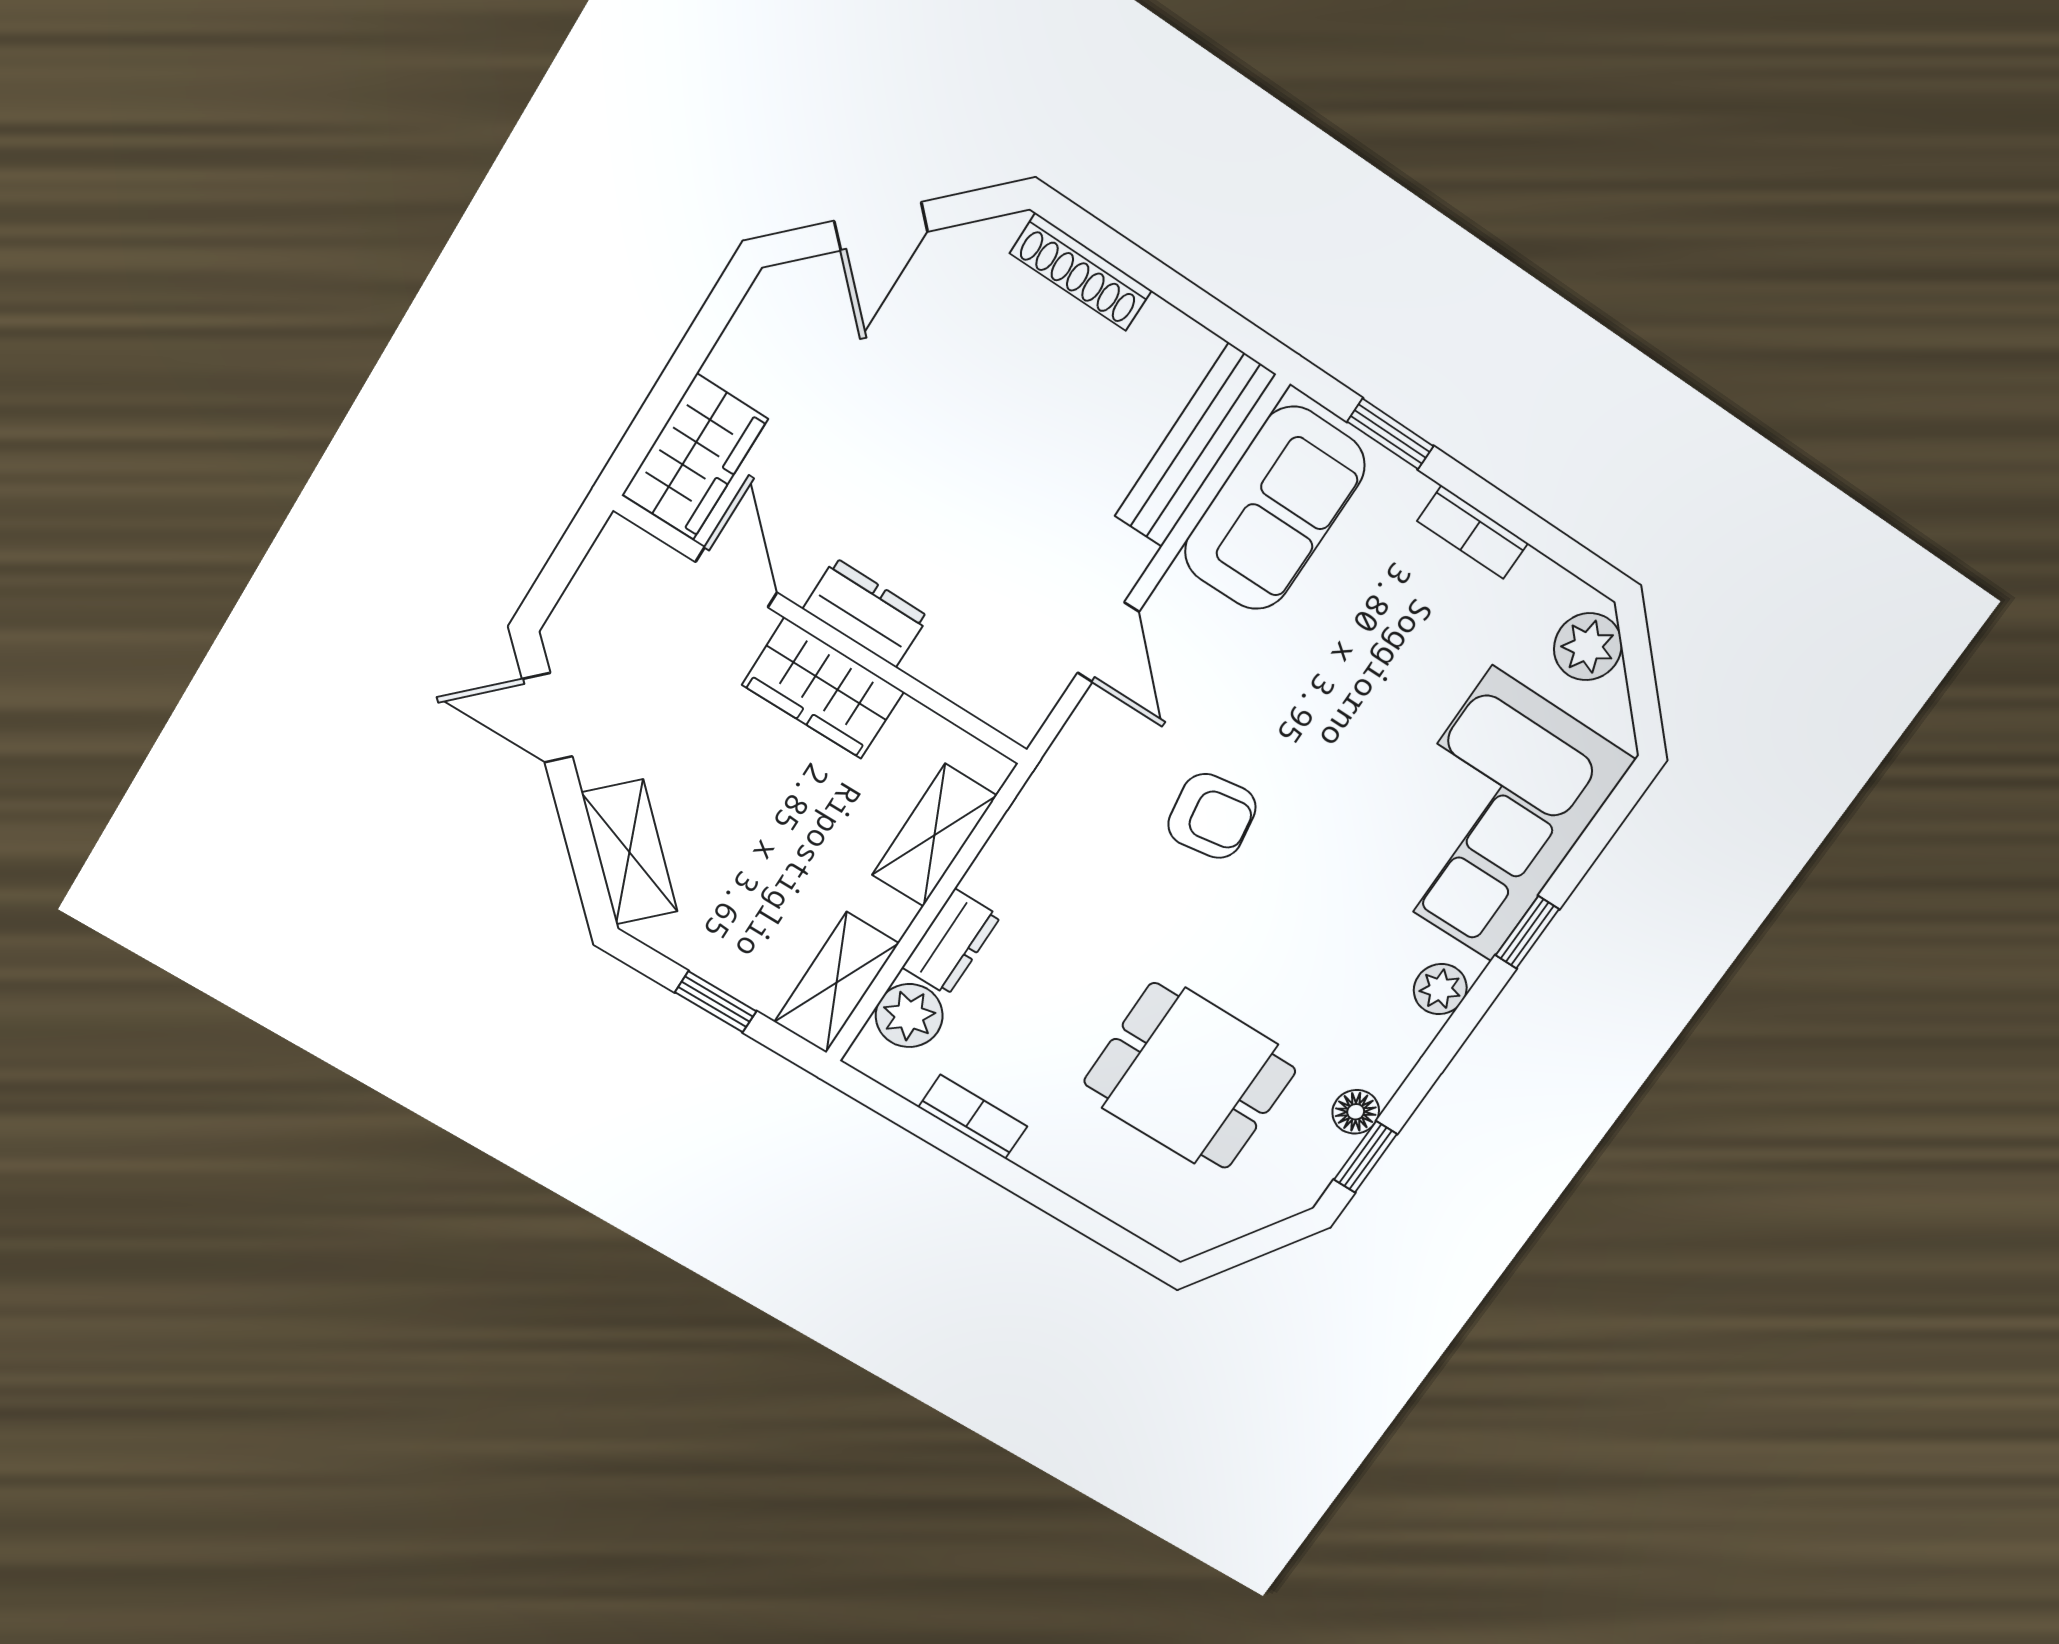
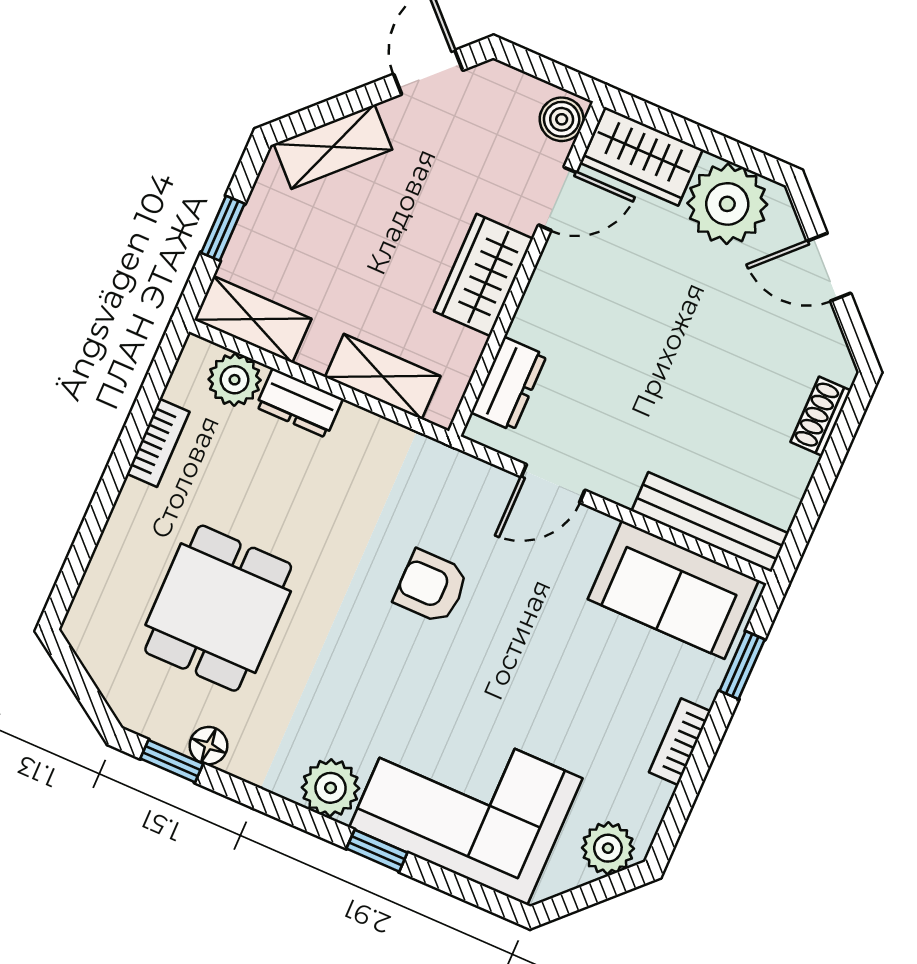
shoe rack: (1081, 272) -> (821, 416), width x0.70
plant: (775, 352) -> (727, 204), added
boiler: (631, 555) -> (562, 119), added
dresser: (866, 613) -> (509, 384), moved
armchair: (1212, 816) -> (431, 587), turned 99
plant: (1440, 989) -> (331, 788), width x1.38, depth x1.38

